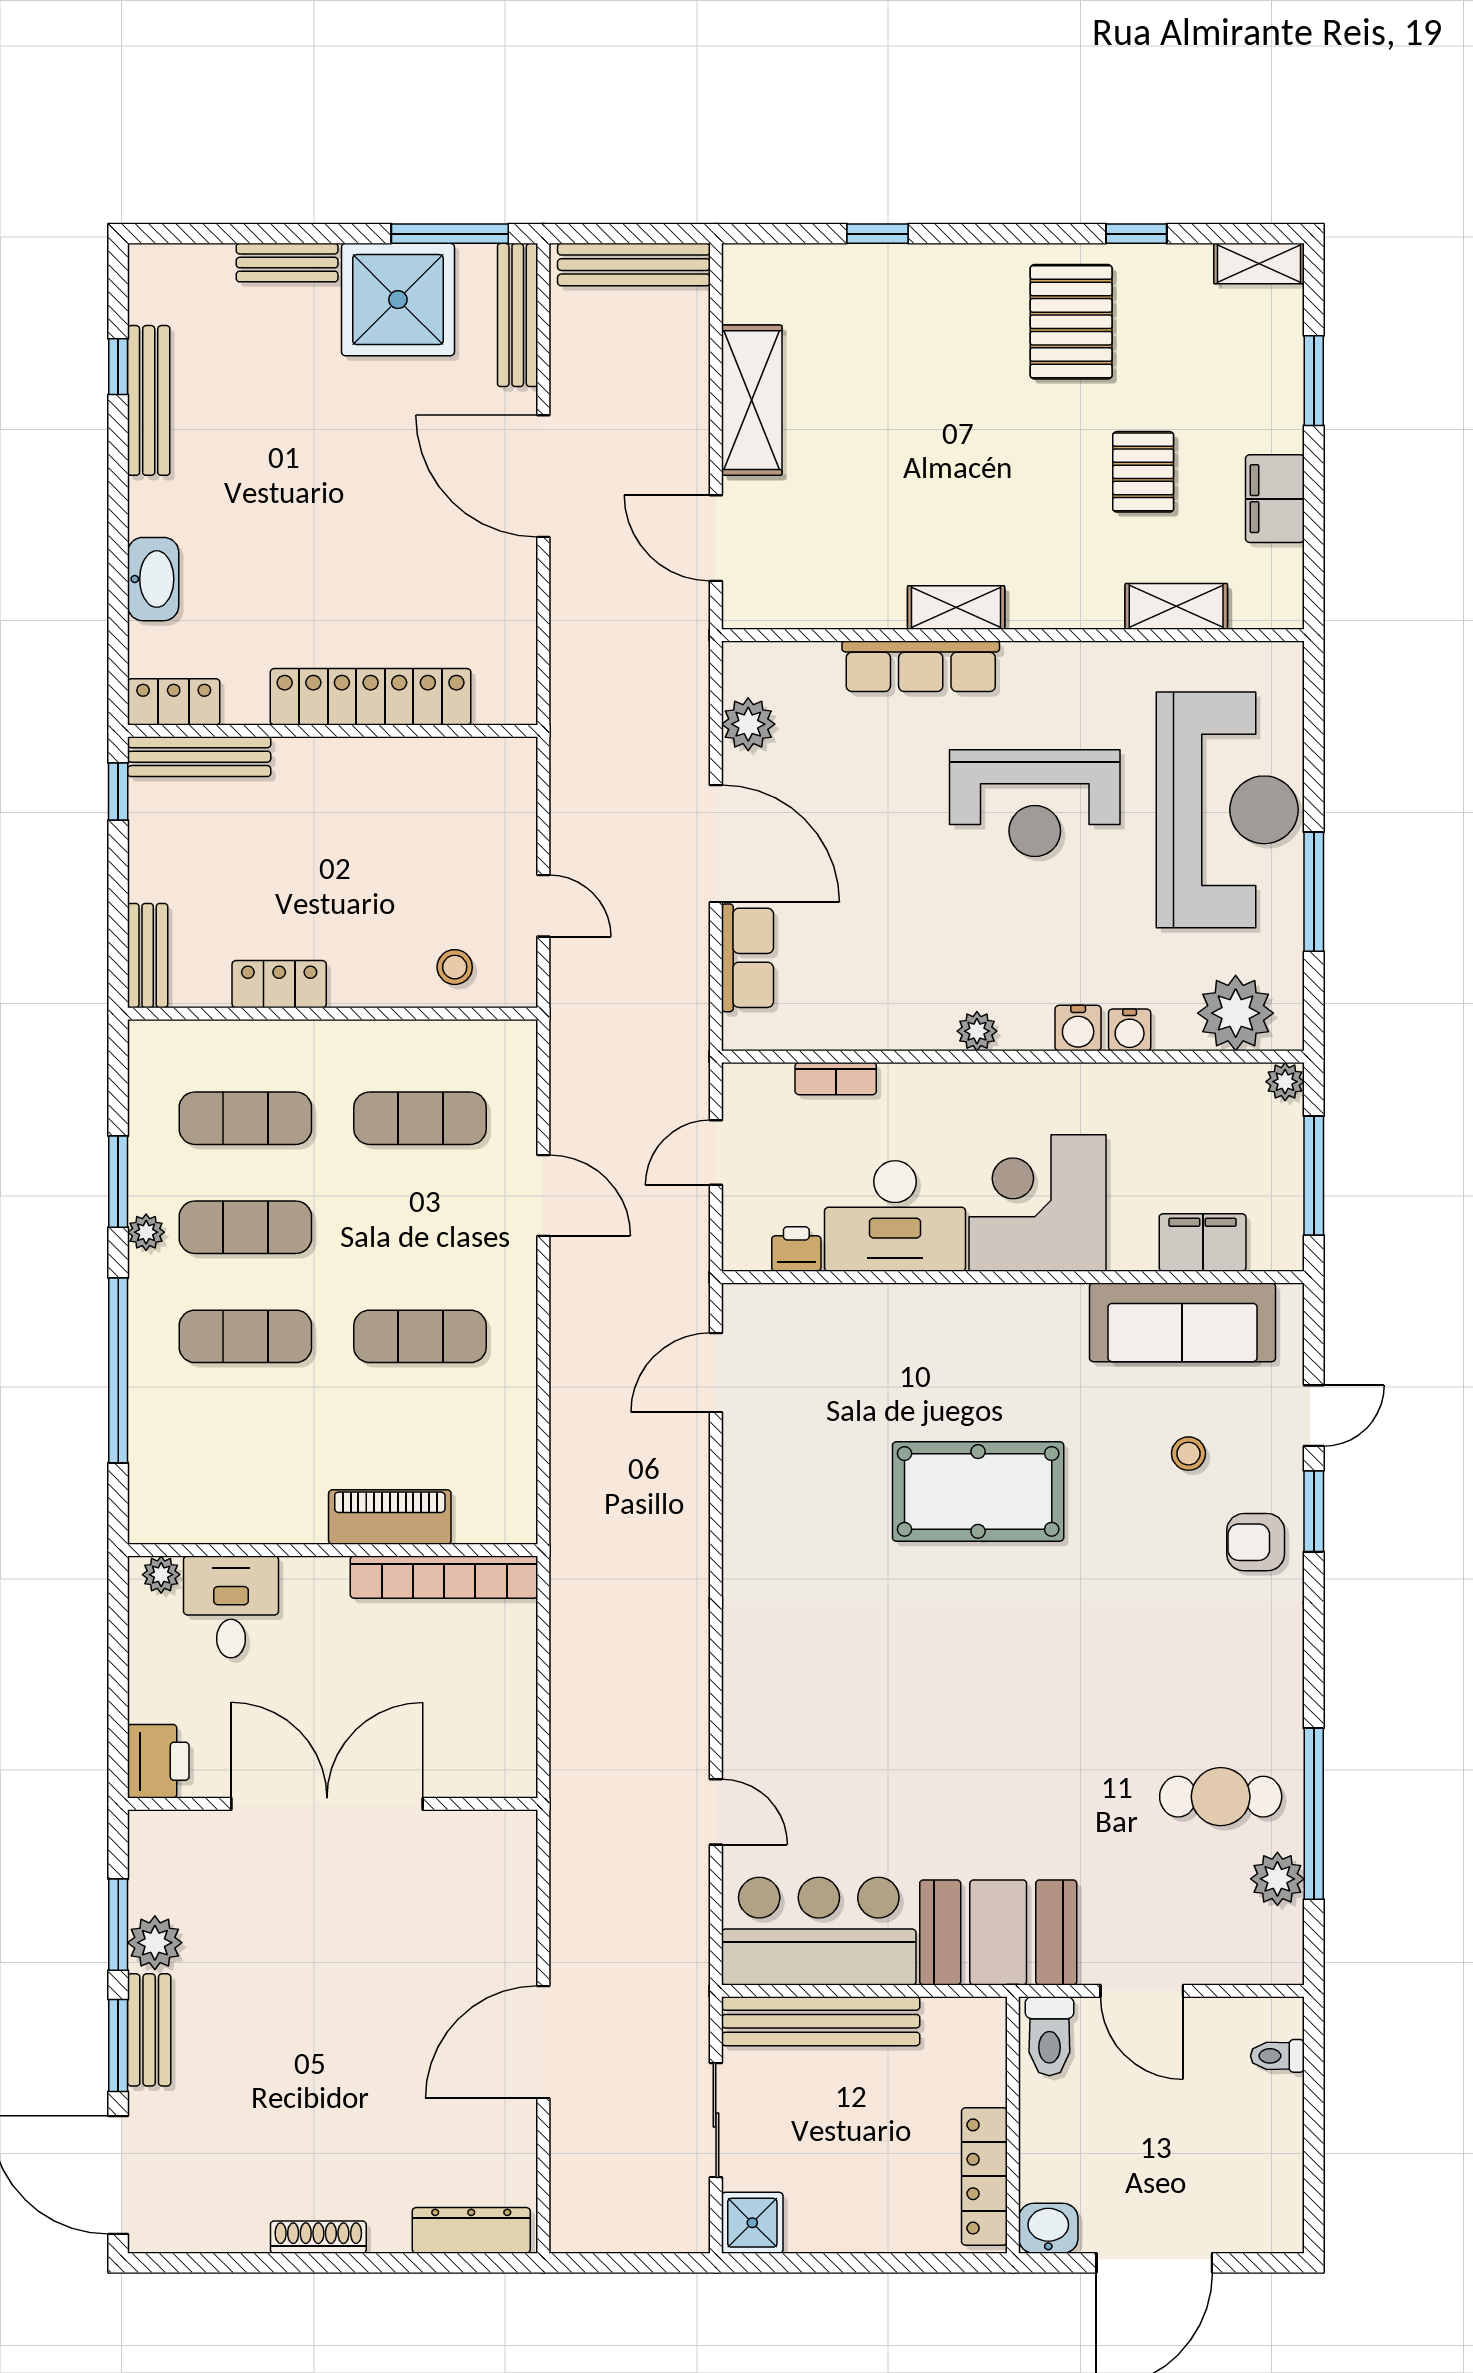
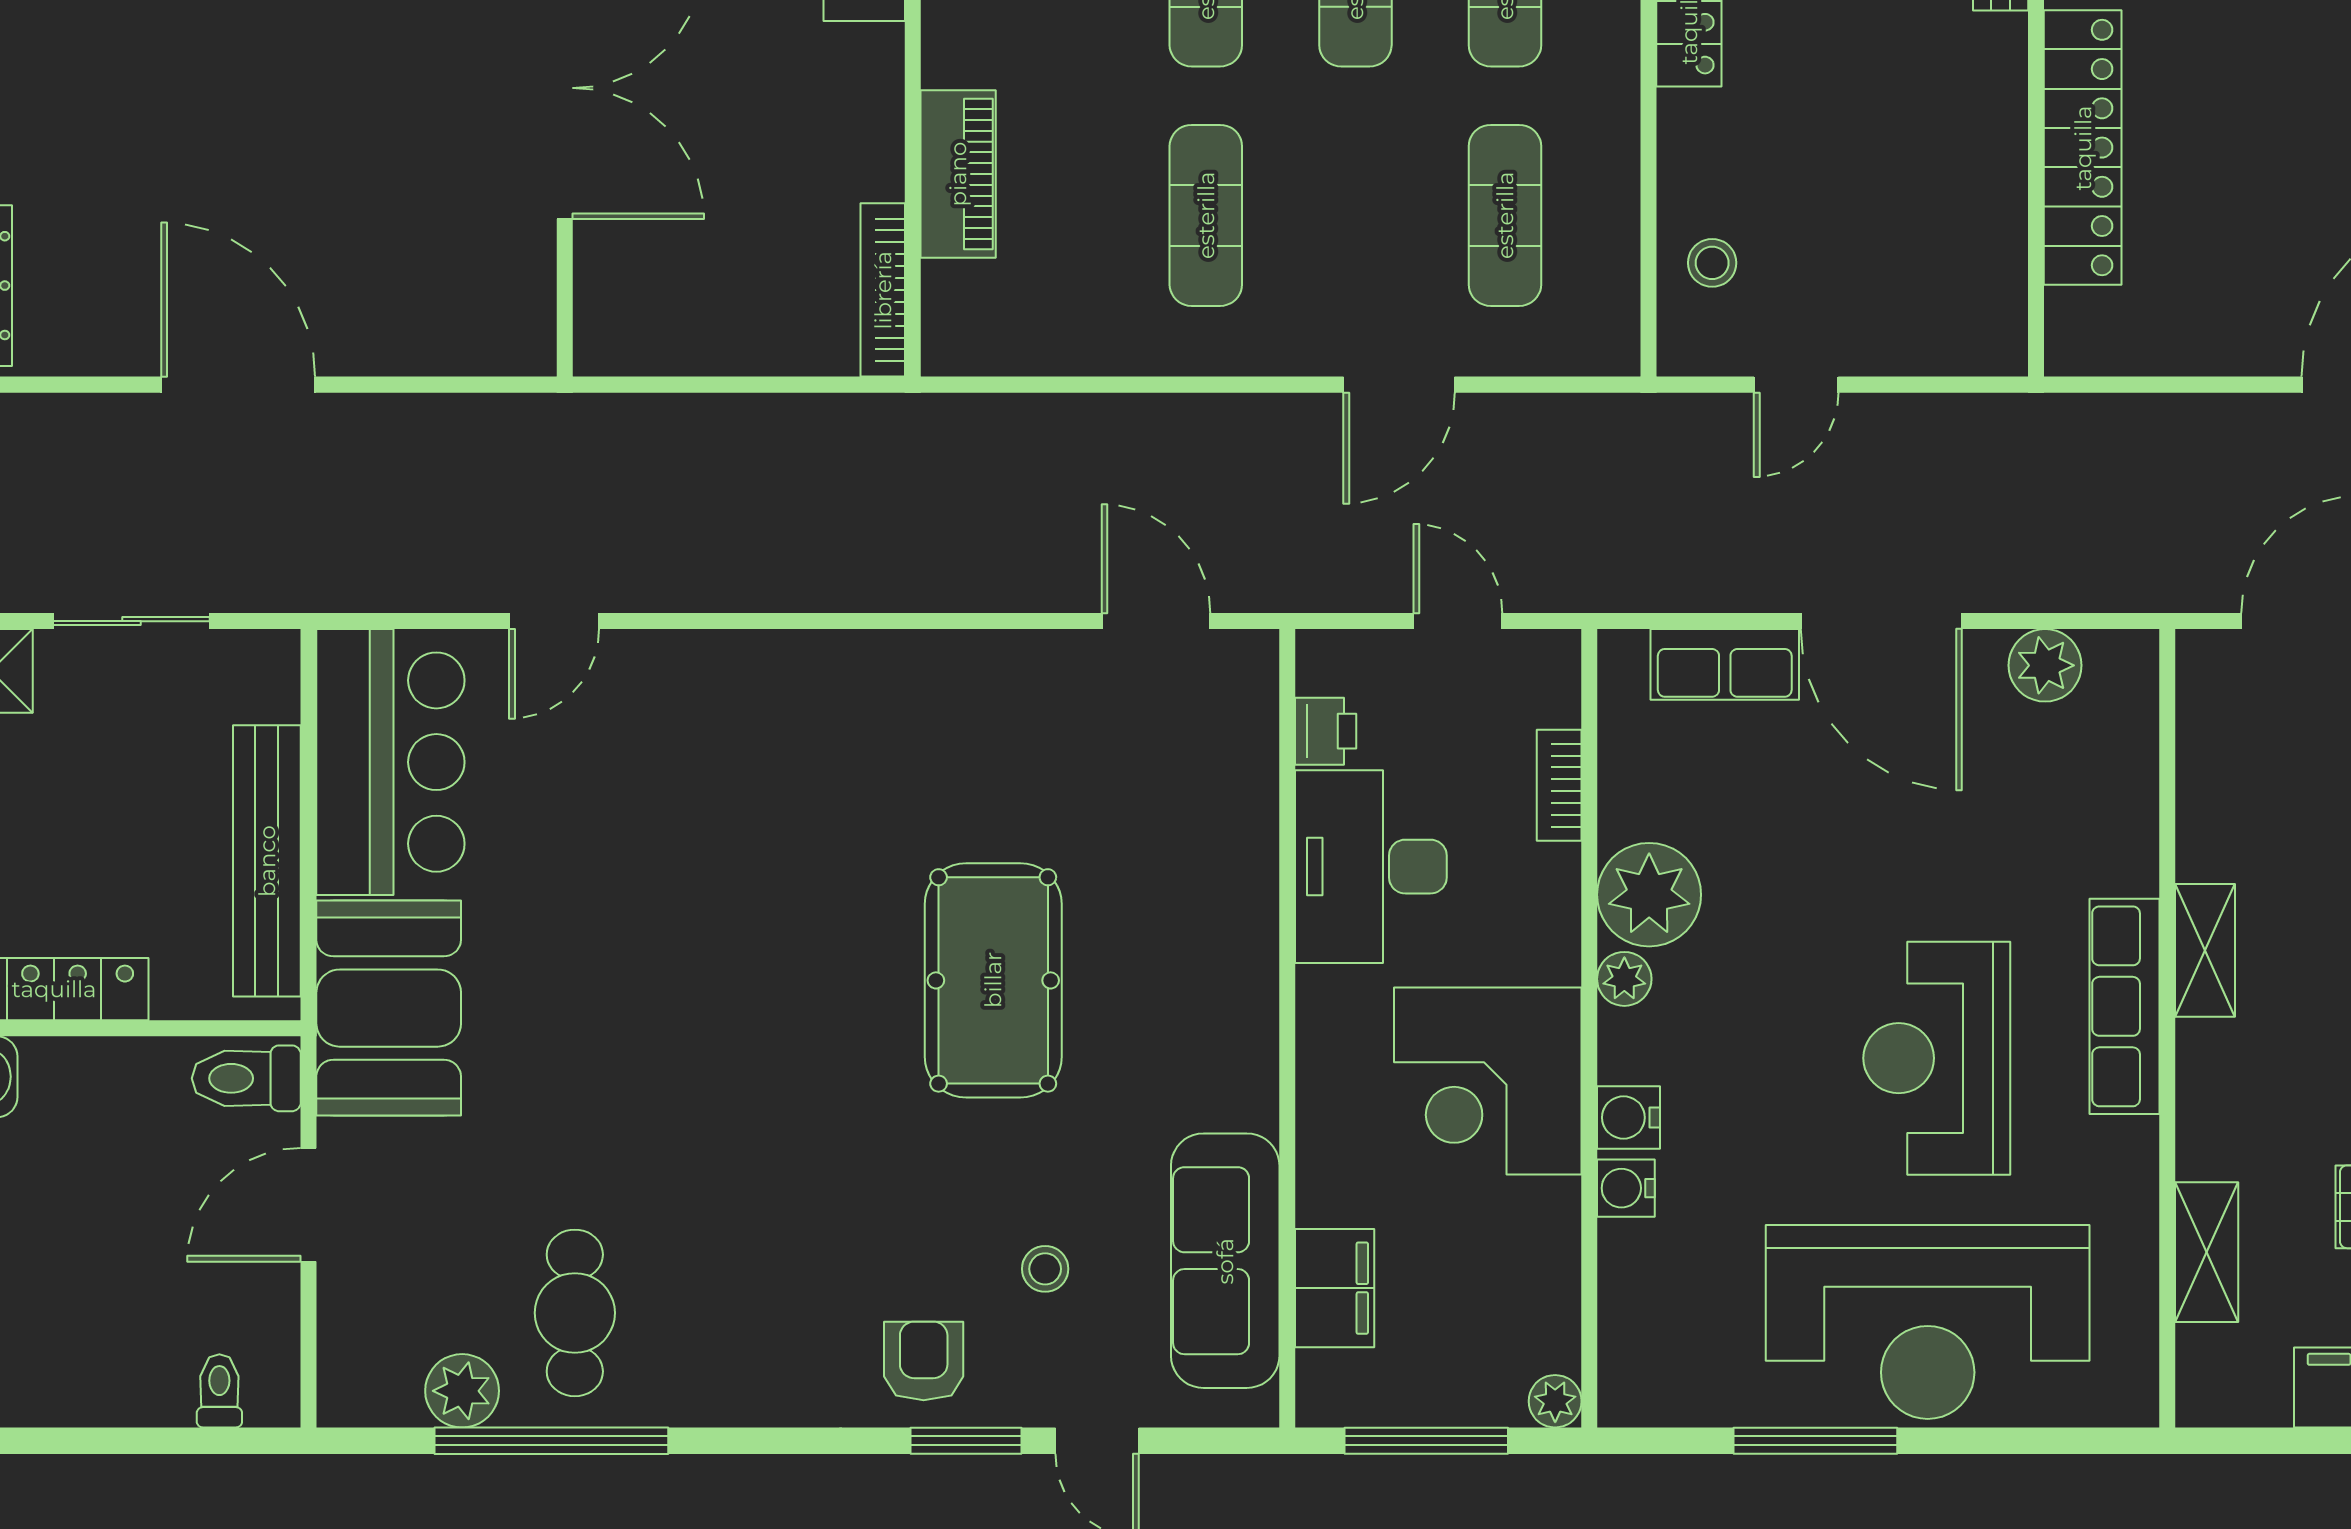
row of seats: (921, 666) -> (2124, 1006), moved
door: (716, 844) -> (1881, 621), hinge flipped
plant: (1236, 1013) -> (1649, 895), moved
corner desk: (1038, 1203) -> (1488, 1081), moved, turned 180
bookcase: (444, 1577) -> (883, 290), width x0.68, depth x0.76
bench: (821, 2021) -> (267, 861), moved

